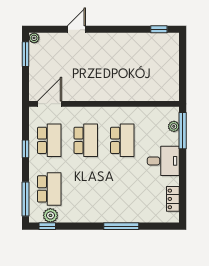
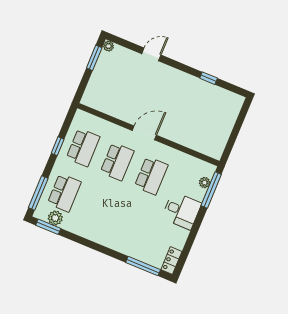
window: (159, 29) -> (209, 78), moved
door: (50, 104) -> (144, 133), moved
locker: (173, 199) -> (171, 260), moved
window: (47, 226) -> (48, 227), width x1.50
window: (121, 226) -> (143, 266), moved

